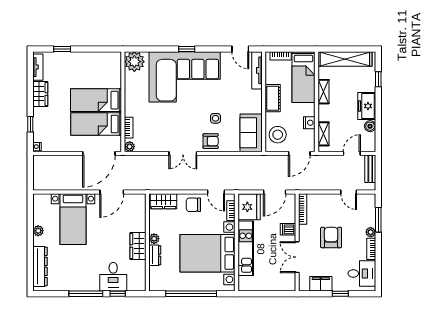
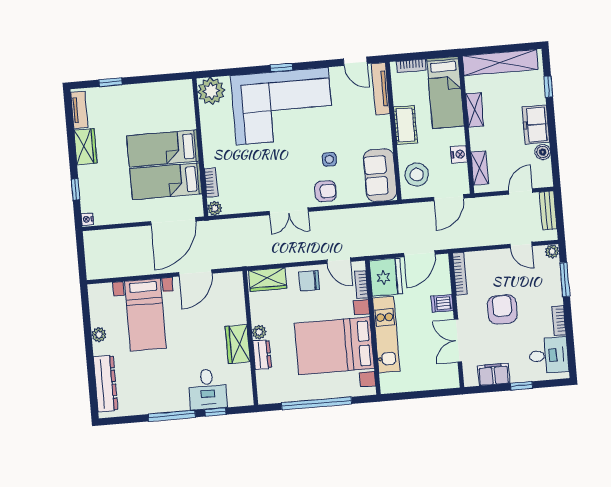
plant: (371, 232) -> (552, 251), moved

